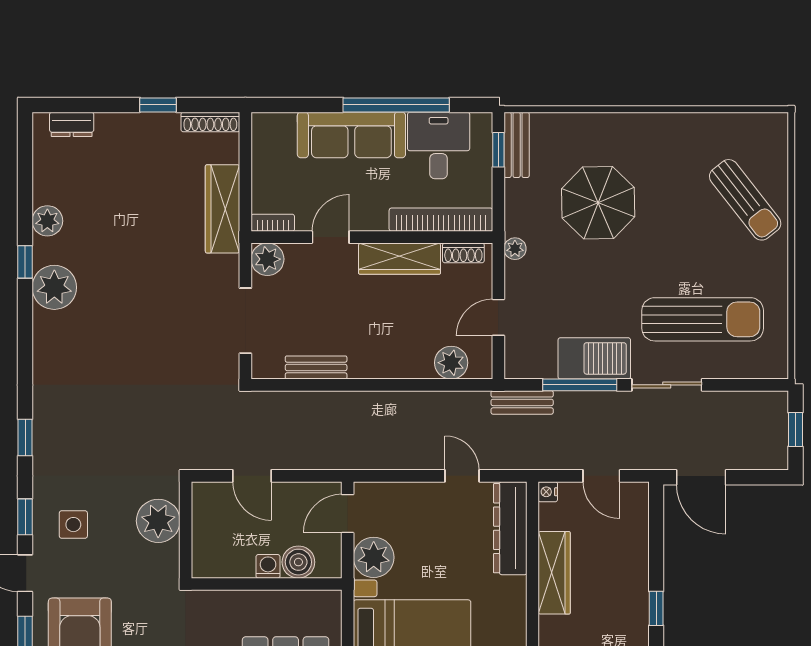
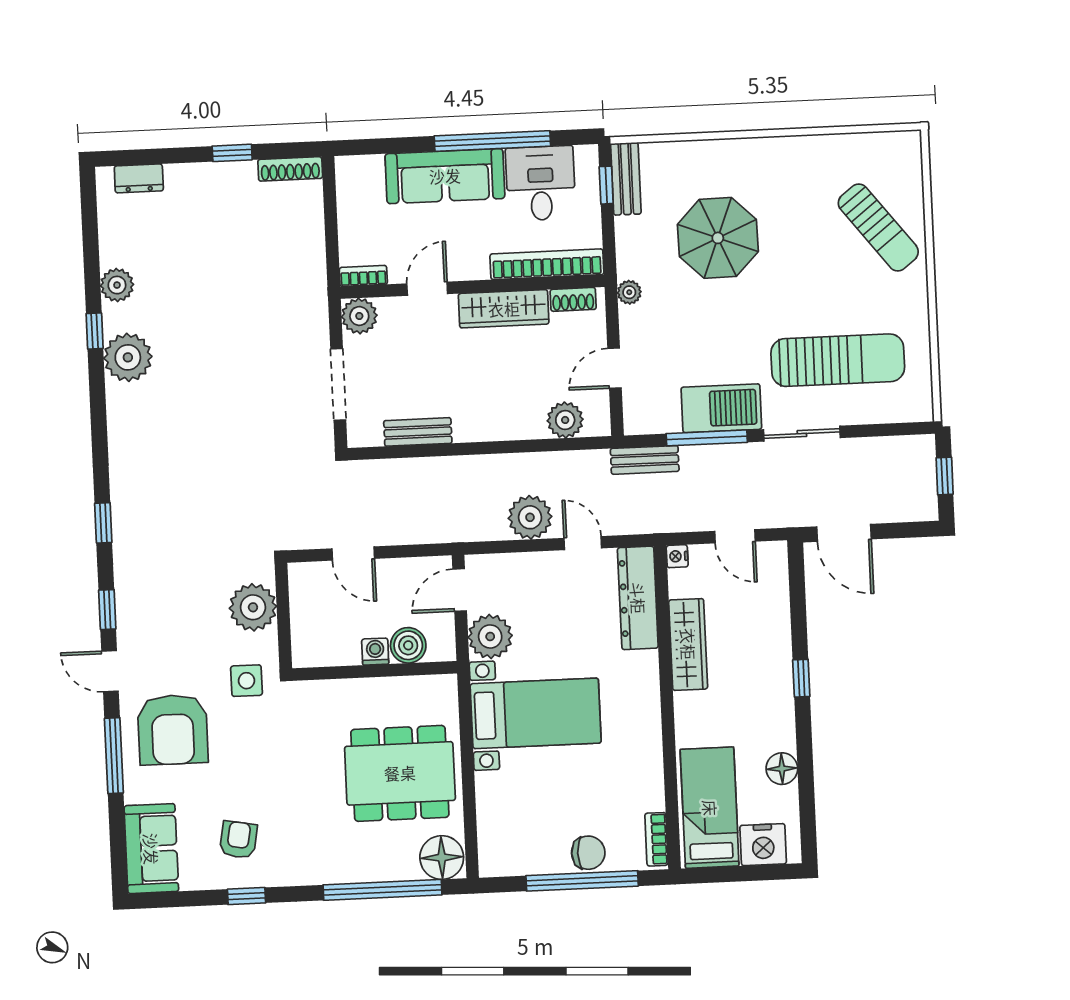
wardrobe: (223, 209) -> (308, 263), removed
plant: (415, 450) -> (530, 517), added
side table: (73, 525) -> (246, 681), moved

